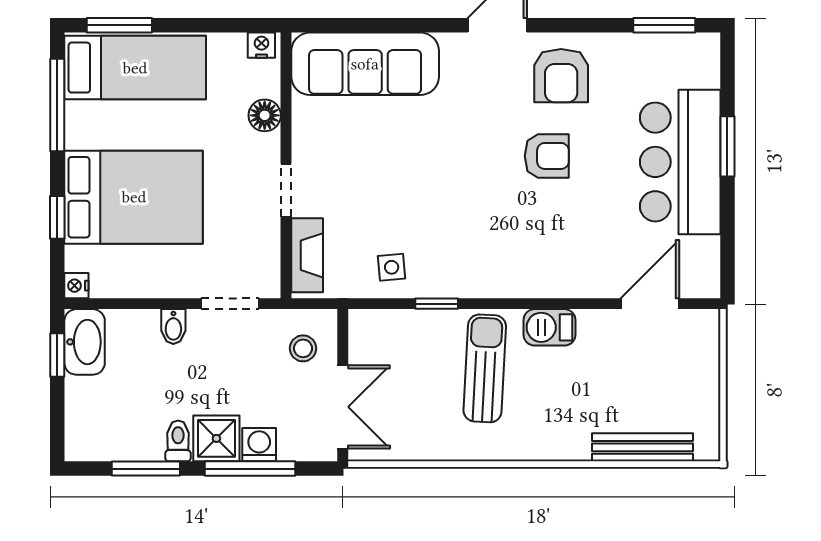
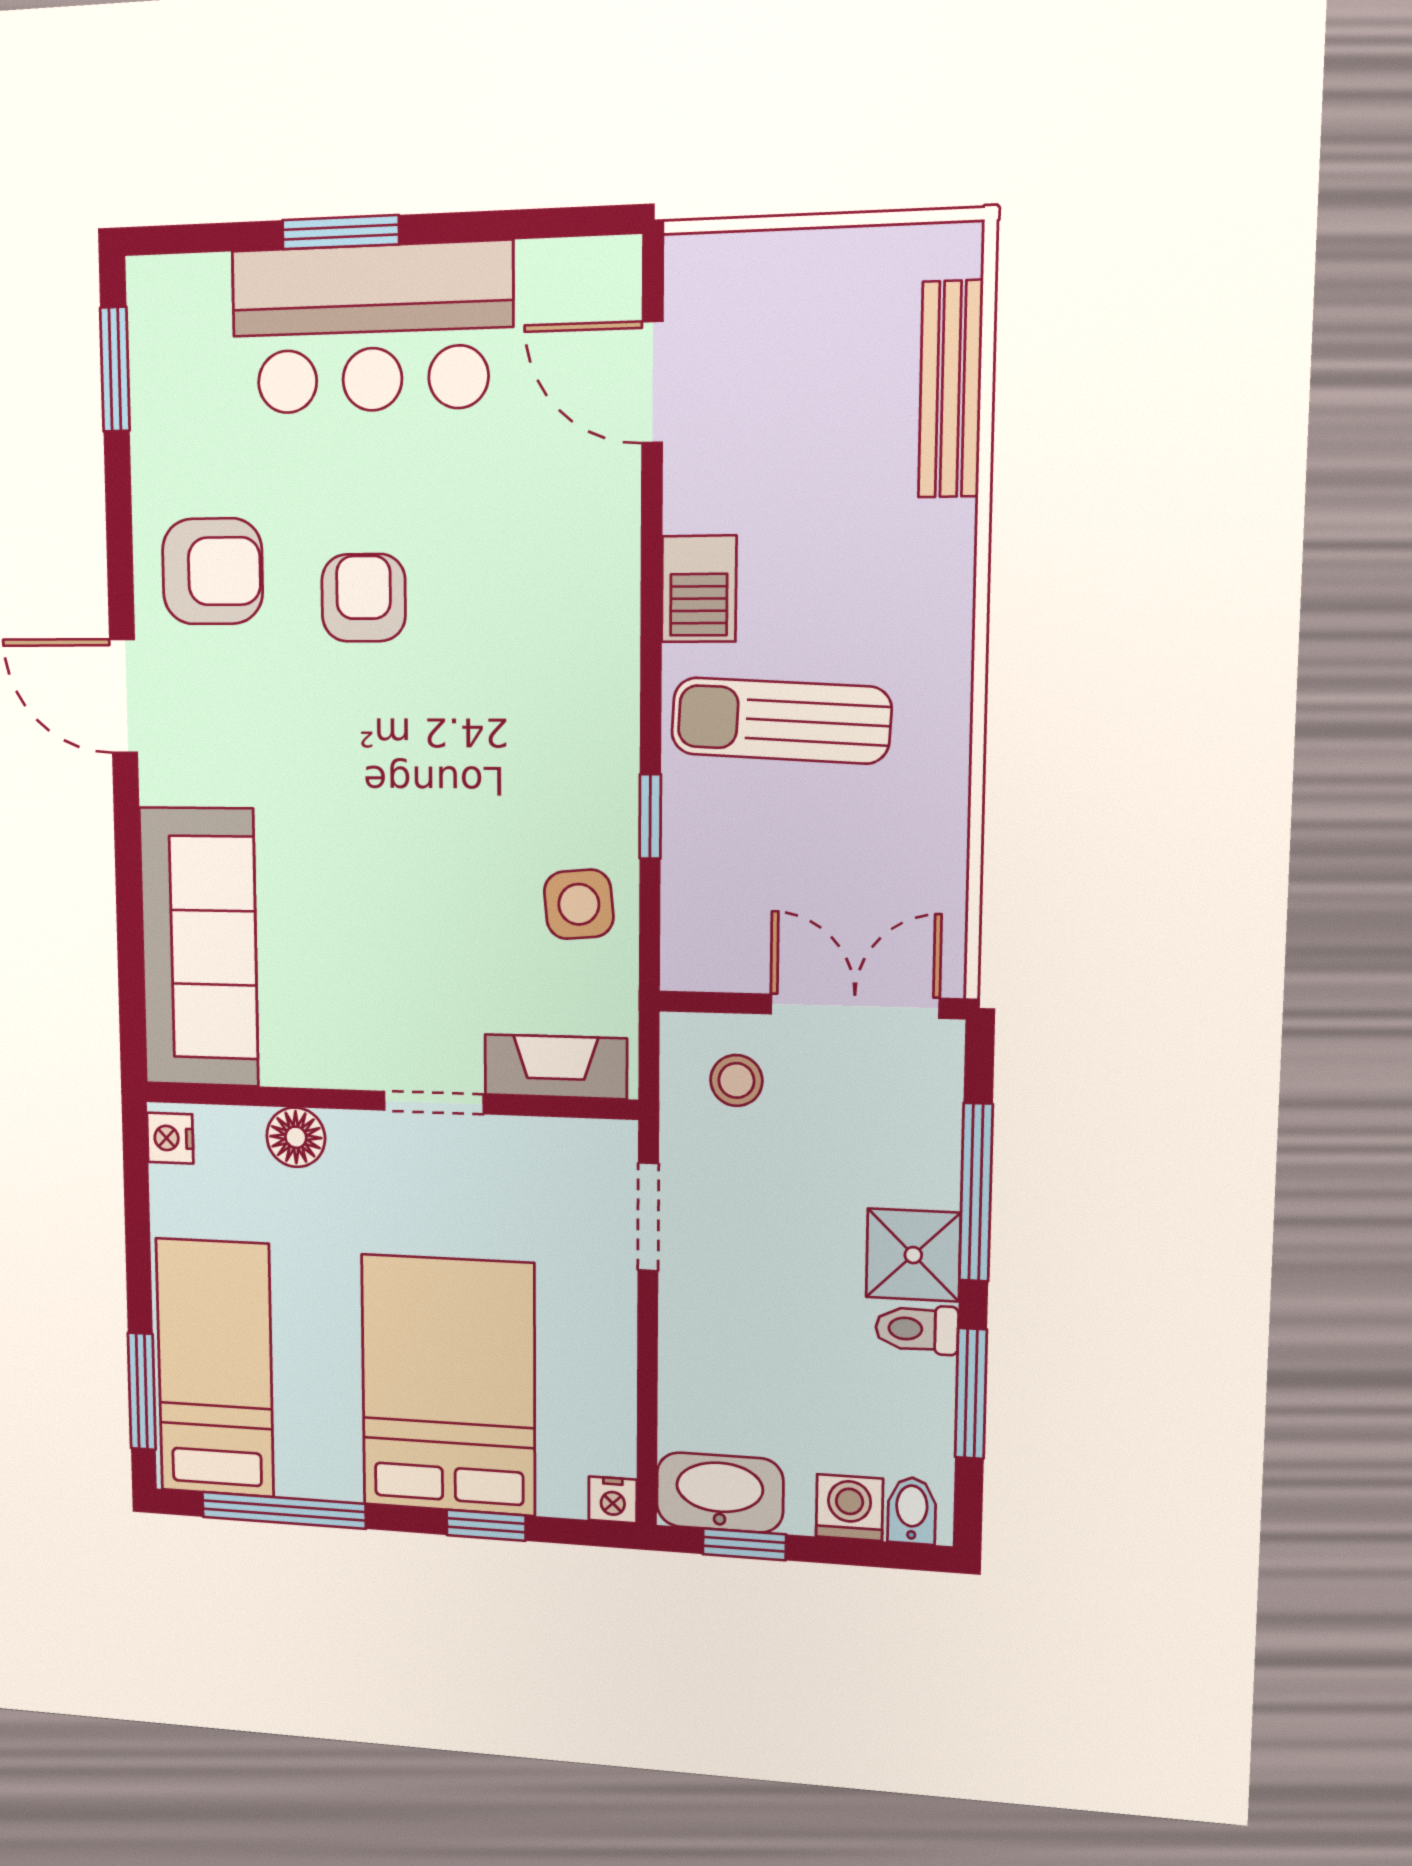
side table: (392, 267) -> (579, 904), width x1.37, depth x1.37
bidet: (173, 327) -> (912, 1511), moved, turned -90
washing machine: (259, 445) -> (849, 1508), moved, turned 90

